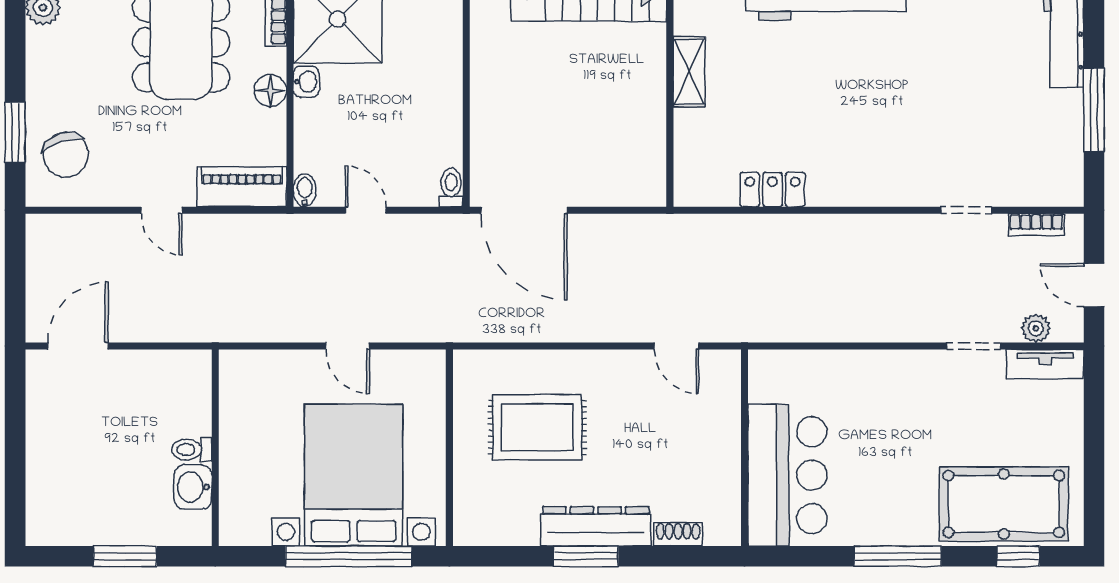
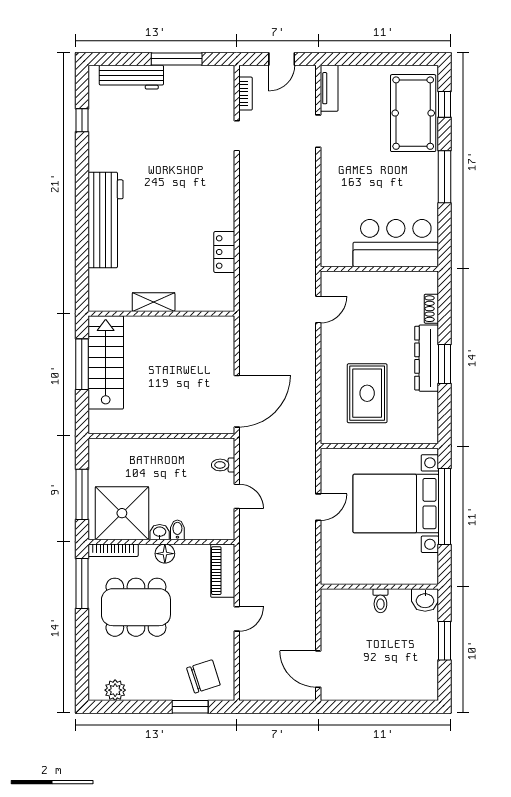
toilet: (451, 188) -> (223, 465), moved
bidet: (305, 190) -> (177, 530), moved, turned 90
door: (366, 210) -> (237, 496), swing flipped
plant: (1036, 328) -> (308, 94), removed
washbasin: (193, 487) -> (425, 600), moved

